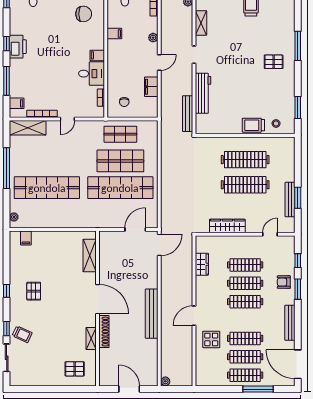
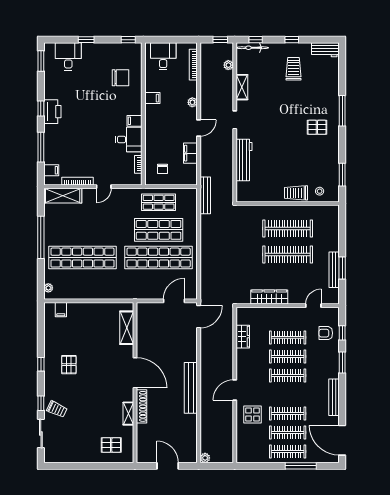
bench: (188, 114) -> (205, 195), moved
armchair: (284, 282) -> (326, 333), moved

